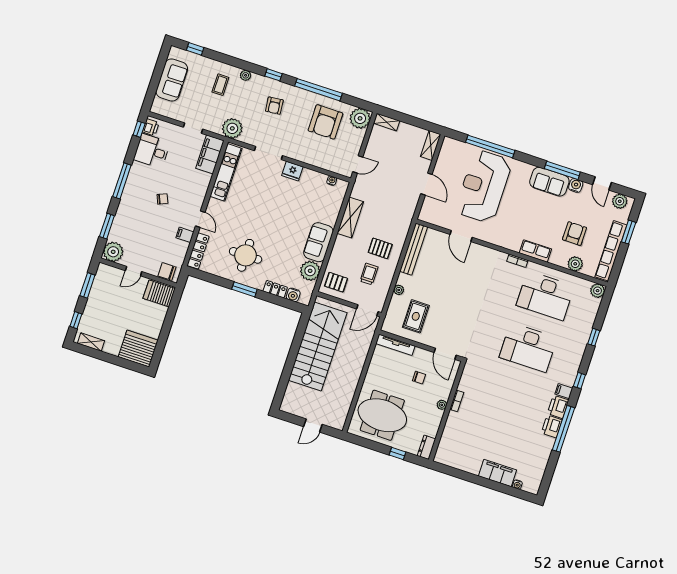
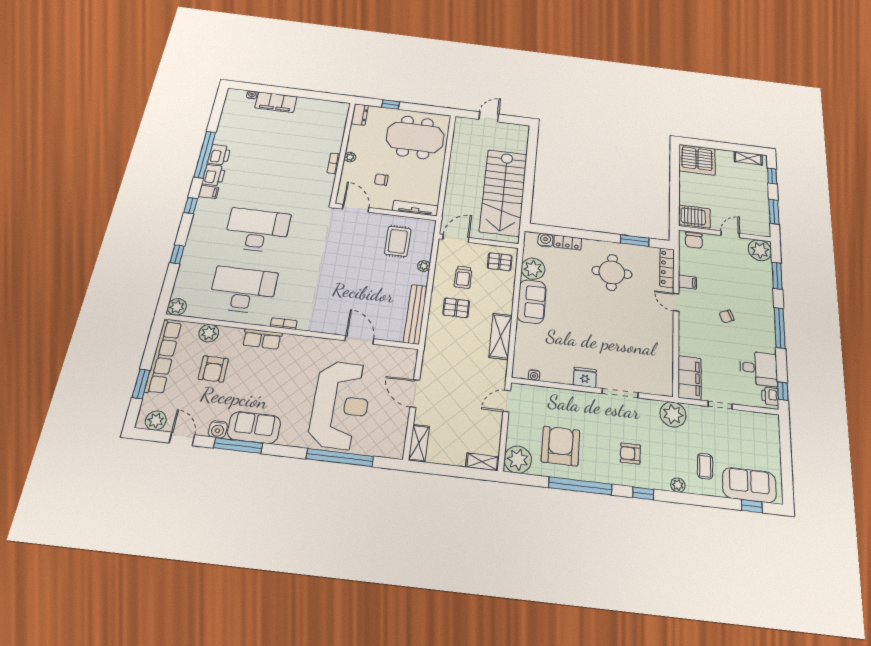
sofa: (172, 80) -> (749, 485), moved, turned 90
armchair: (274, 106) -> (630, 454), turned -84
kitchen unit: (226, 172) -> (664, 361), removed
chair: (167, 272) -> (694, 240), turned 90
window: (244, 289) -> (635, 241), moved

